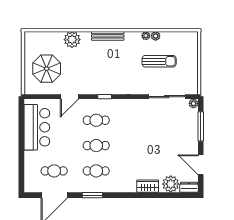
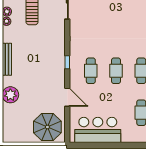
parasol: (47, 69) -> (47, 127), moved

